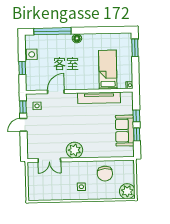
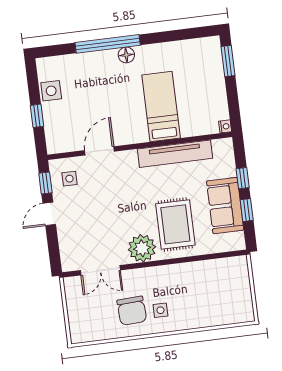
window: (52, 31) -> (108, 44), moved
bed: (108, 70) -> (161, 106), moved
rug: (95, 138) -> (175, 224), added
chair: (105, 174) -> (132, 311), moved
plant: (127, 191) -> (240, 310), removed

